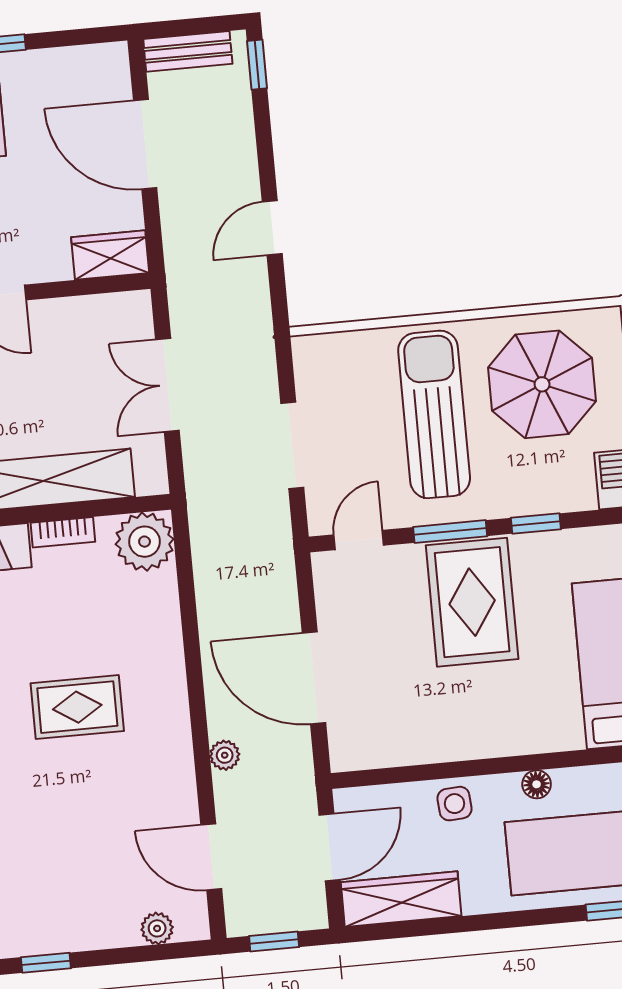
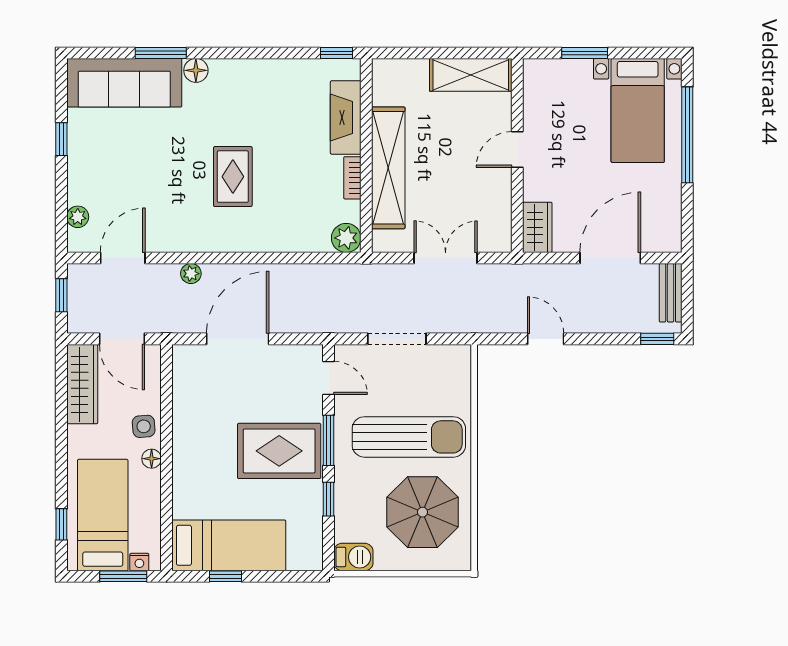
plant: (145, 542) -> (346, 238), width x0.73, depth x0.73
floor lamp: (537, 784) -> (152, 459), moved

